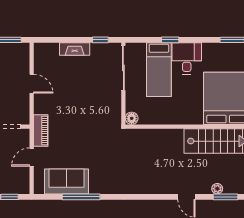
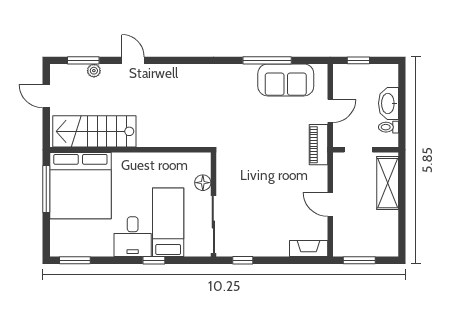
fireplace: (75, 49) -> (309, 249), moved
floor lamp: (132, 118) -> (203, 183), moved

